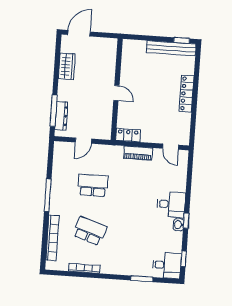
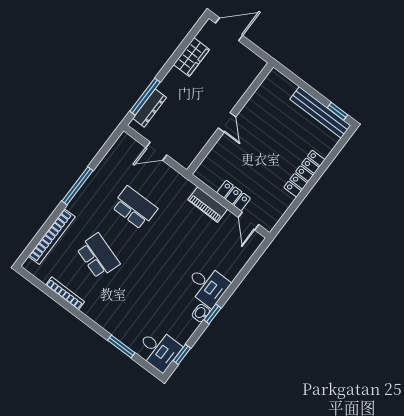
locker: (128, 135) -> (234, 196), moved

